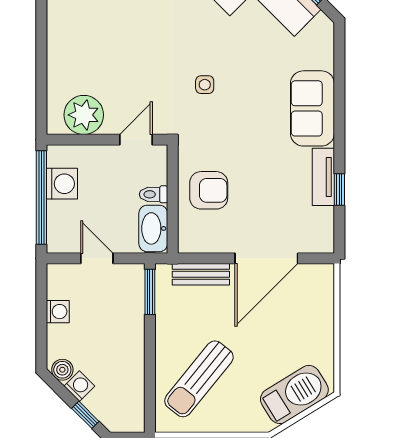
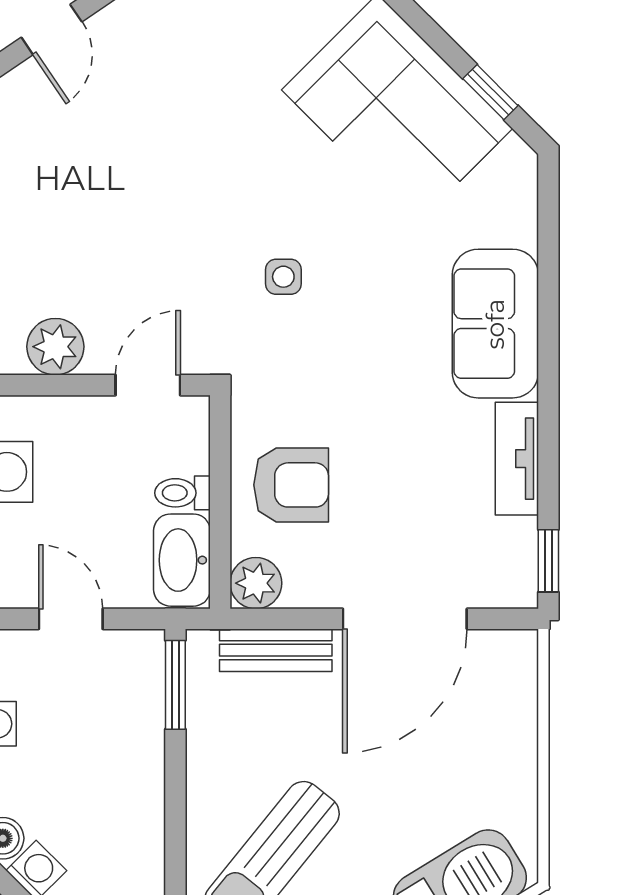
plant: (84, 115) -> (55, 347), width x0.73, depth x0.73
window: (339, 189) -> (548, 561), moved
plant: (191, 240) -> (256, 583), added

